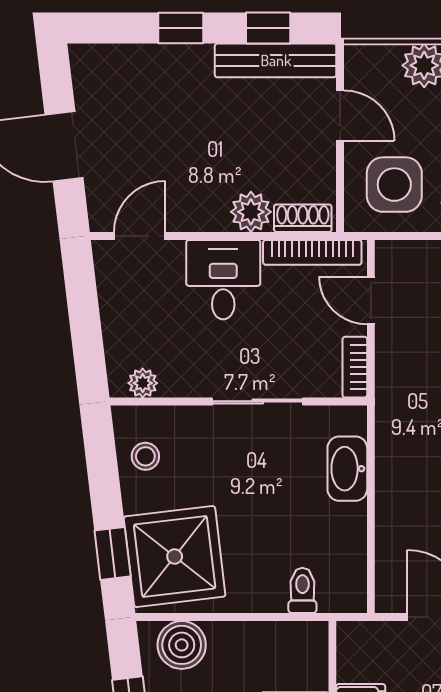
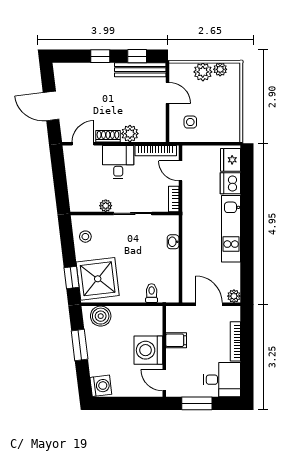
side table: (394, 185) -> (190, 122), width x0.54, depth x0.54
shoe rack: (303, 218) -> (108, 136), moved
plant: (143, 383) -> (106, 206), moved
washbasin: (347, 469) -> (173, 242), width x0.52, depth x0.69

